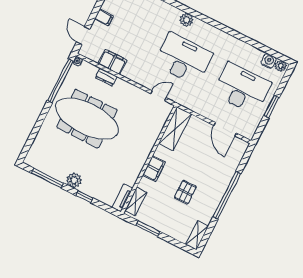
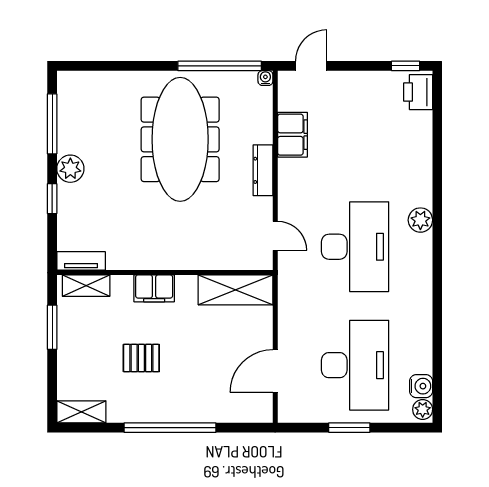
filing cabinet: (104, 17) -> (357, 85), removed
dresser: (106, 77) -> (263, 170), moved, width x1.44

